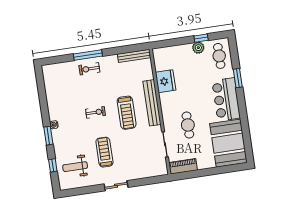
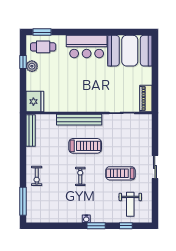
window: (88, 55) -> (23, 201), moved
window: (238, 78) -> (42, 32), moved
fridge: (166, 81) -> (35, 102), moved, turned 90
cafe table: (188, 125) -> (106, 88), removed

